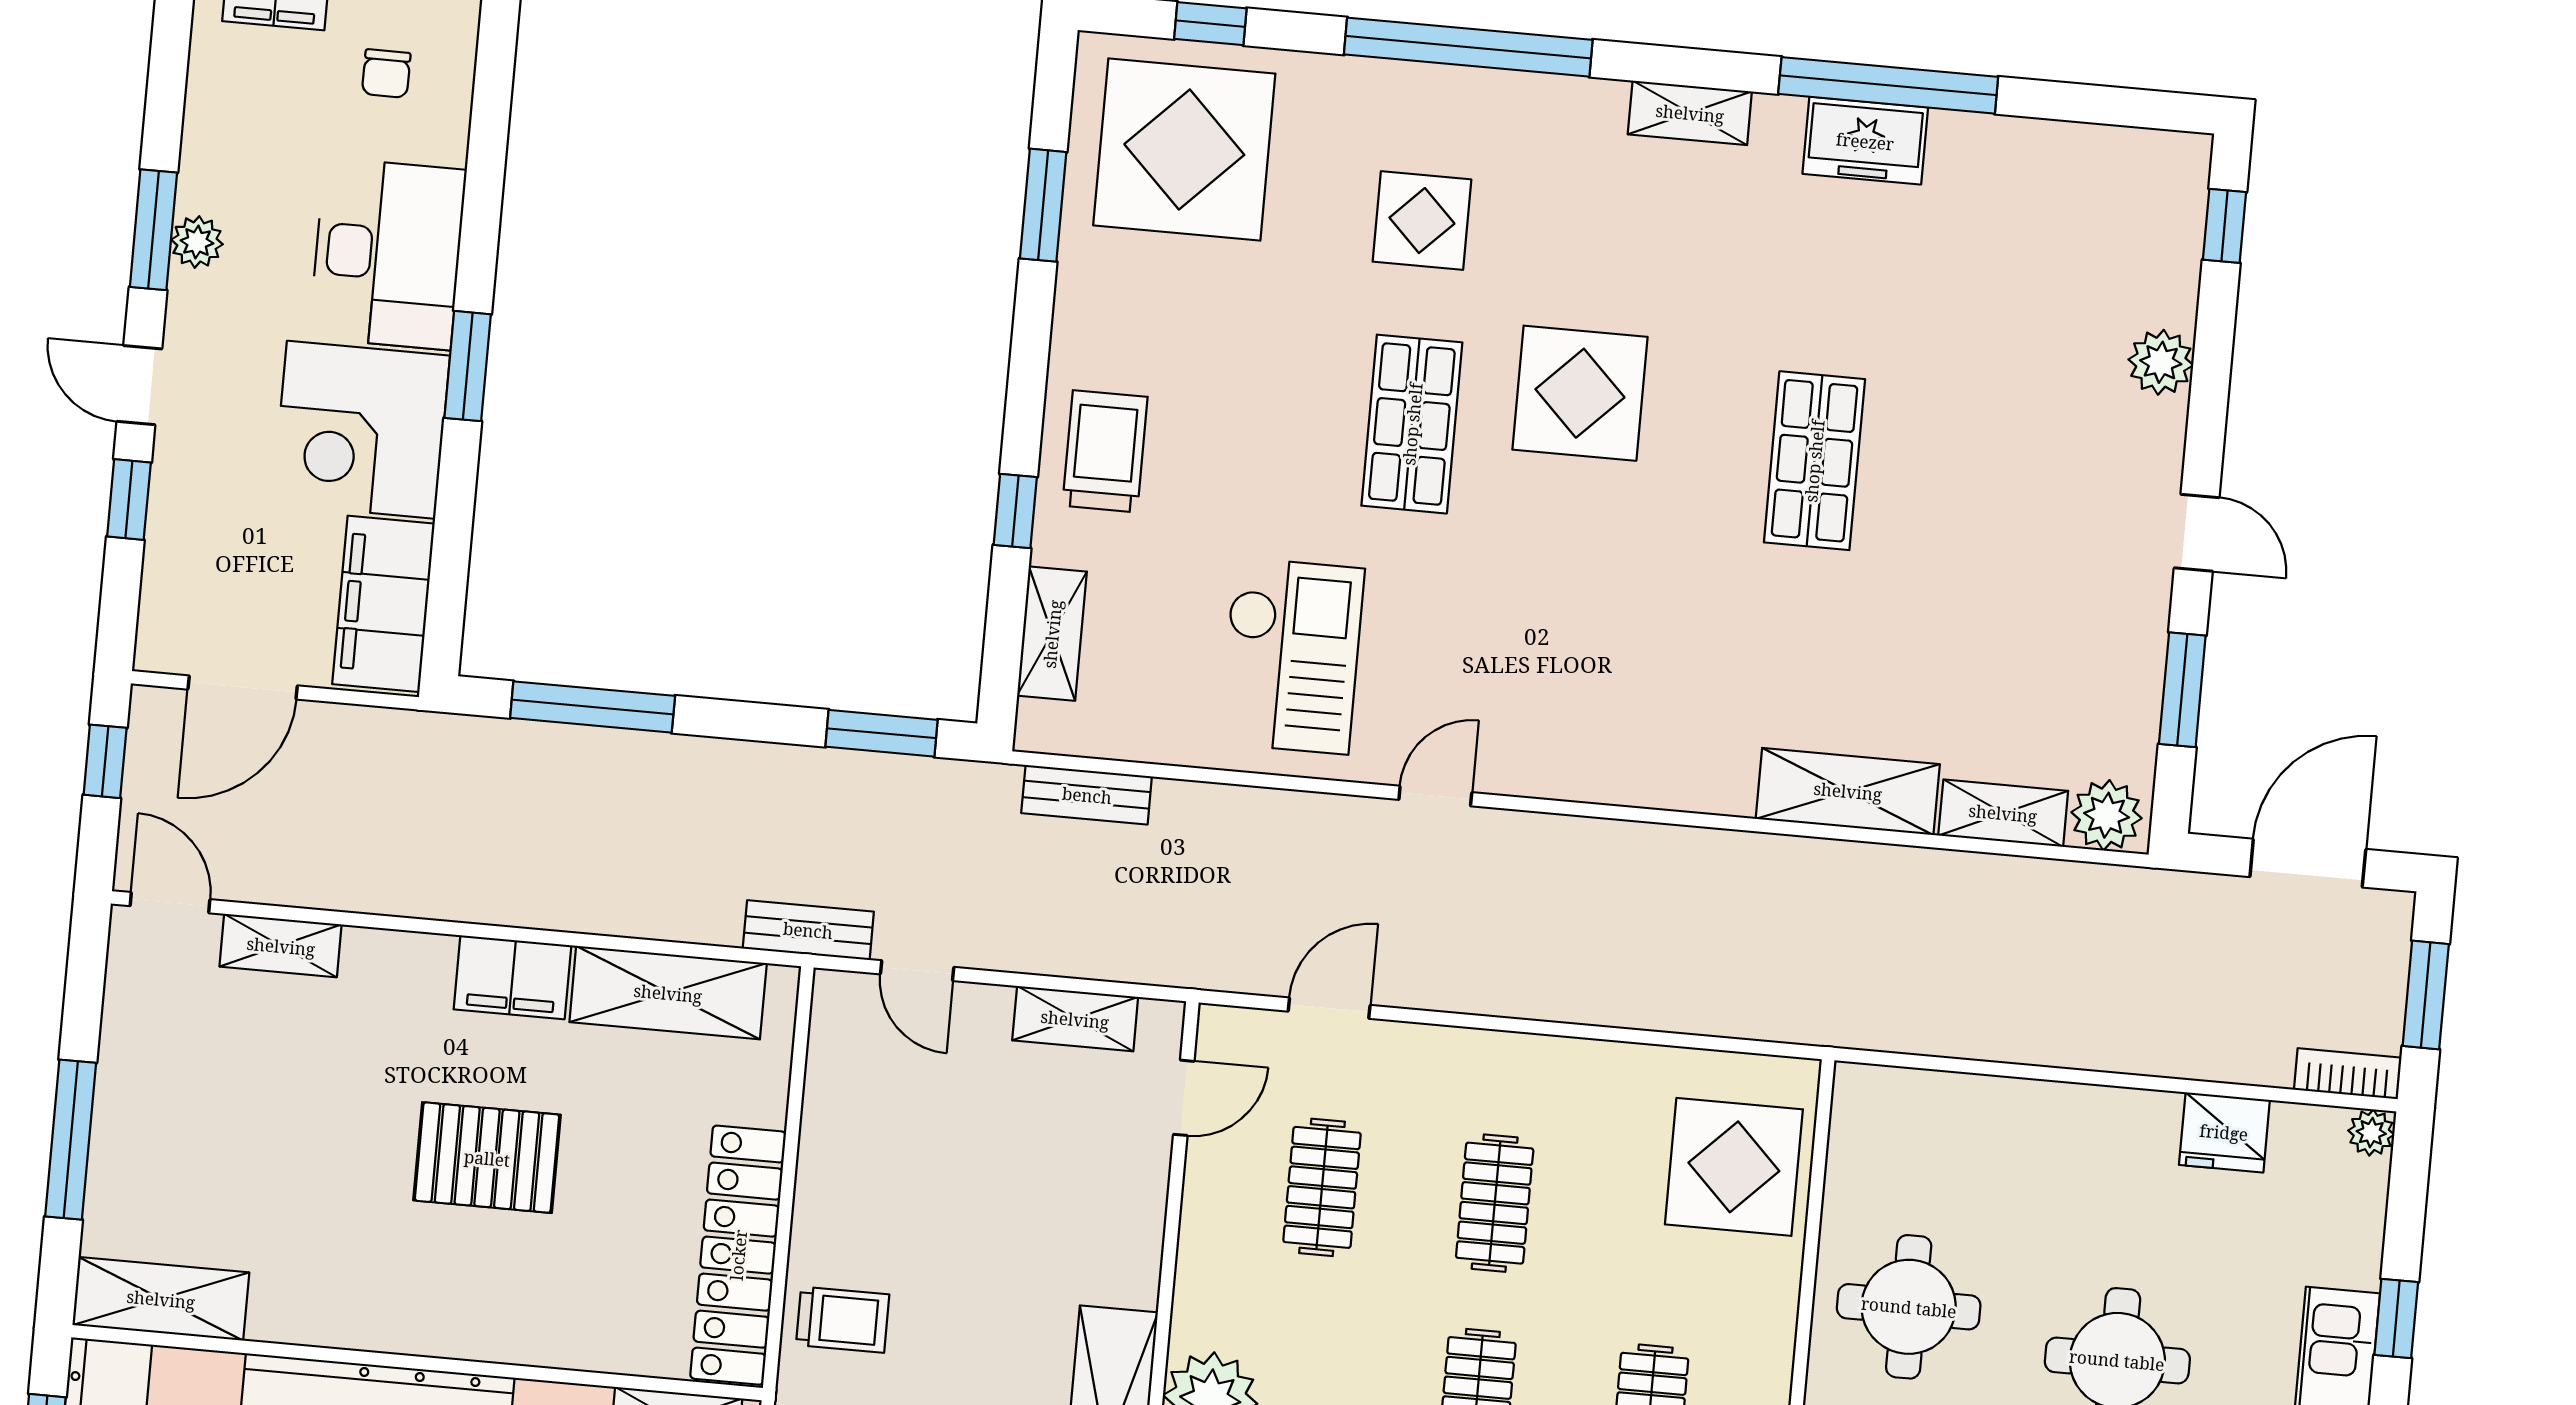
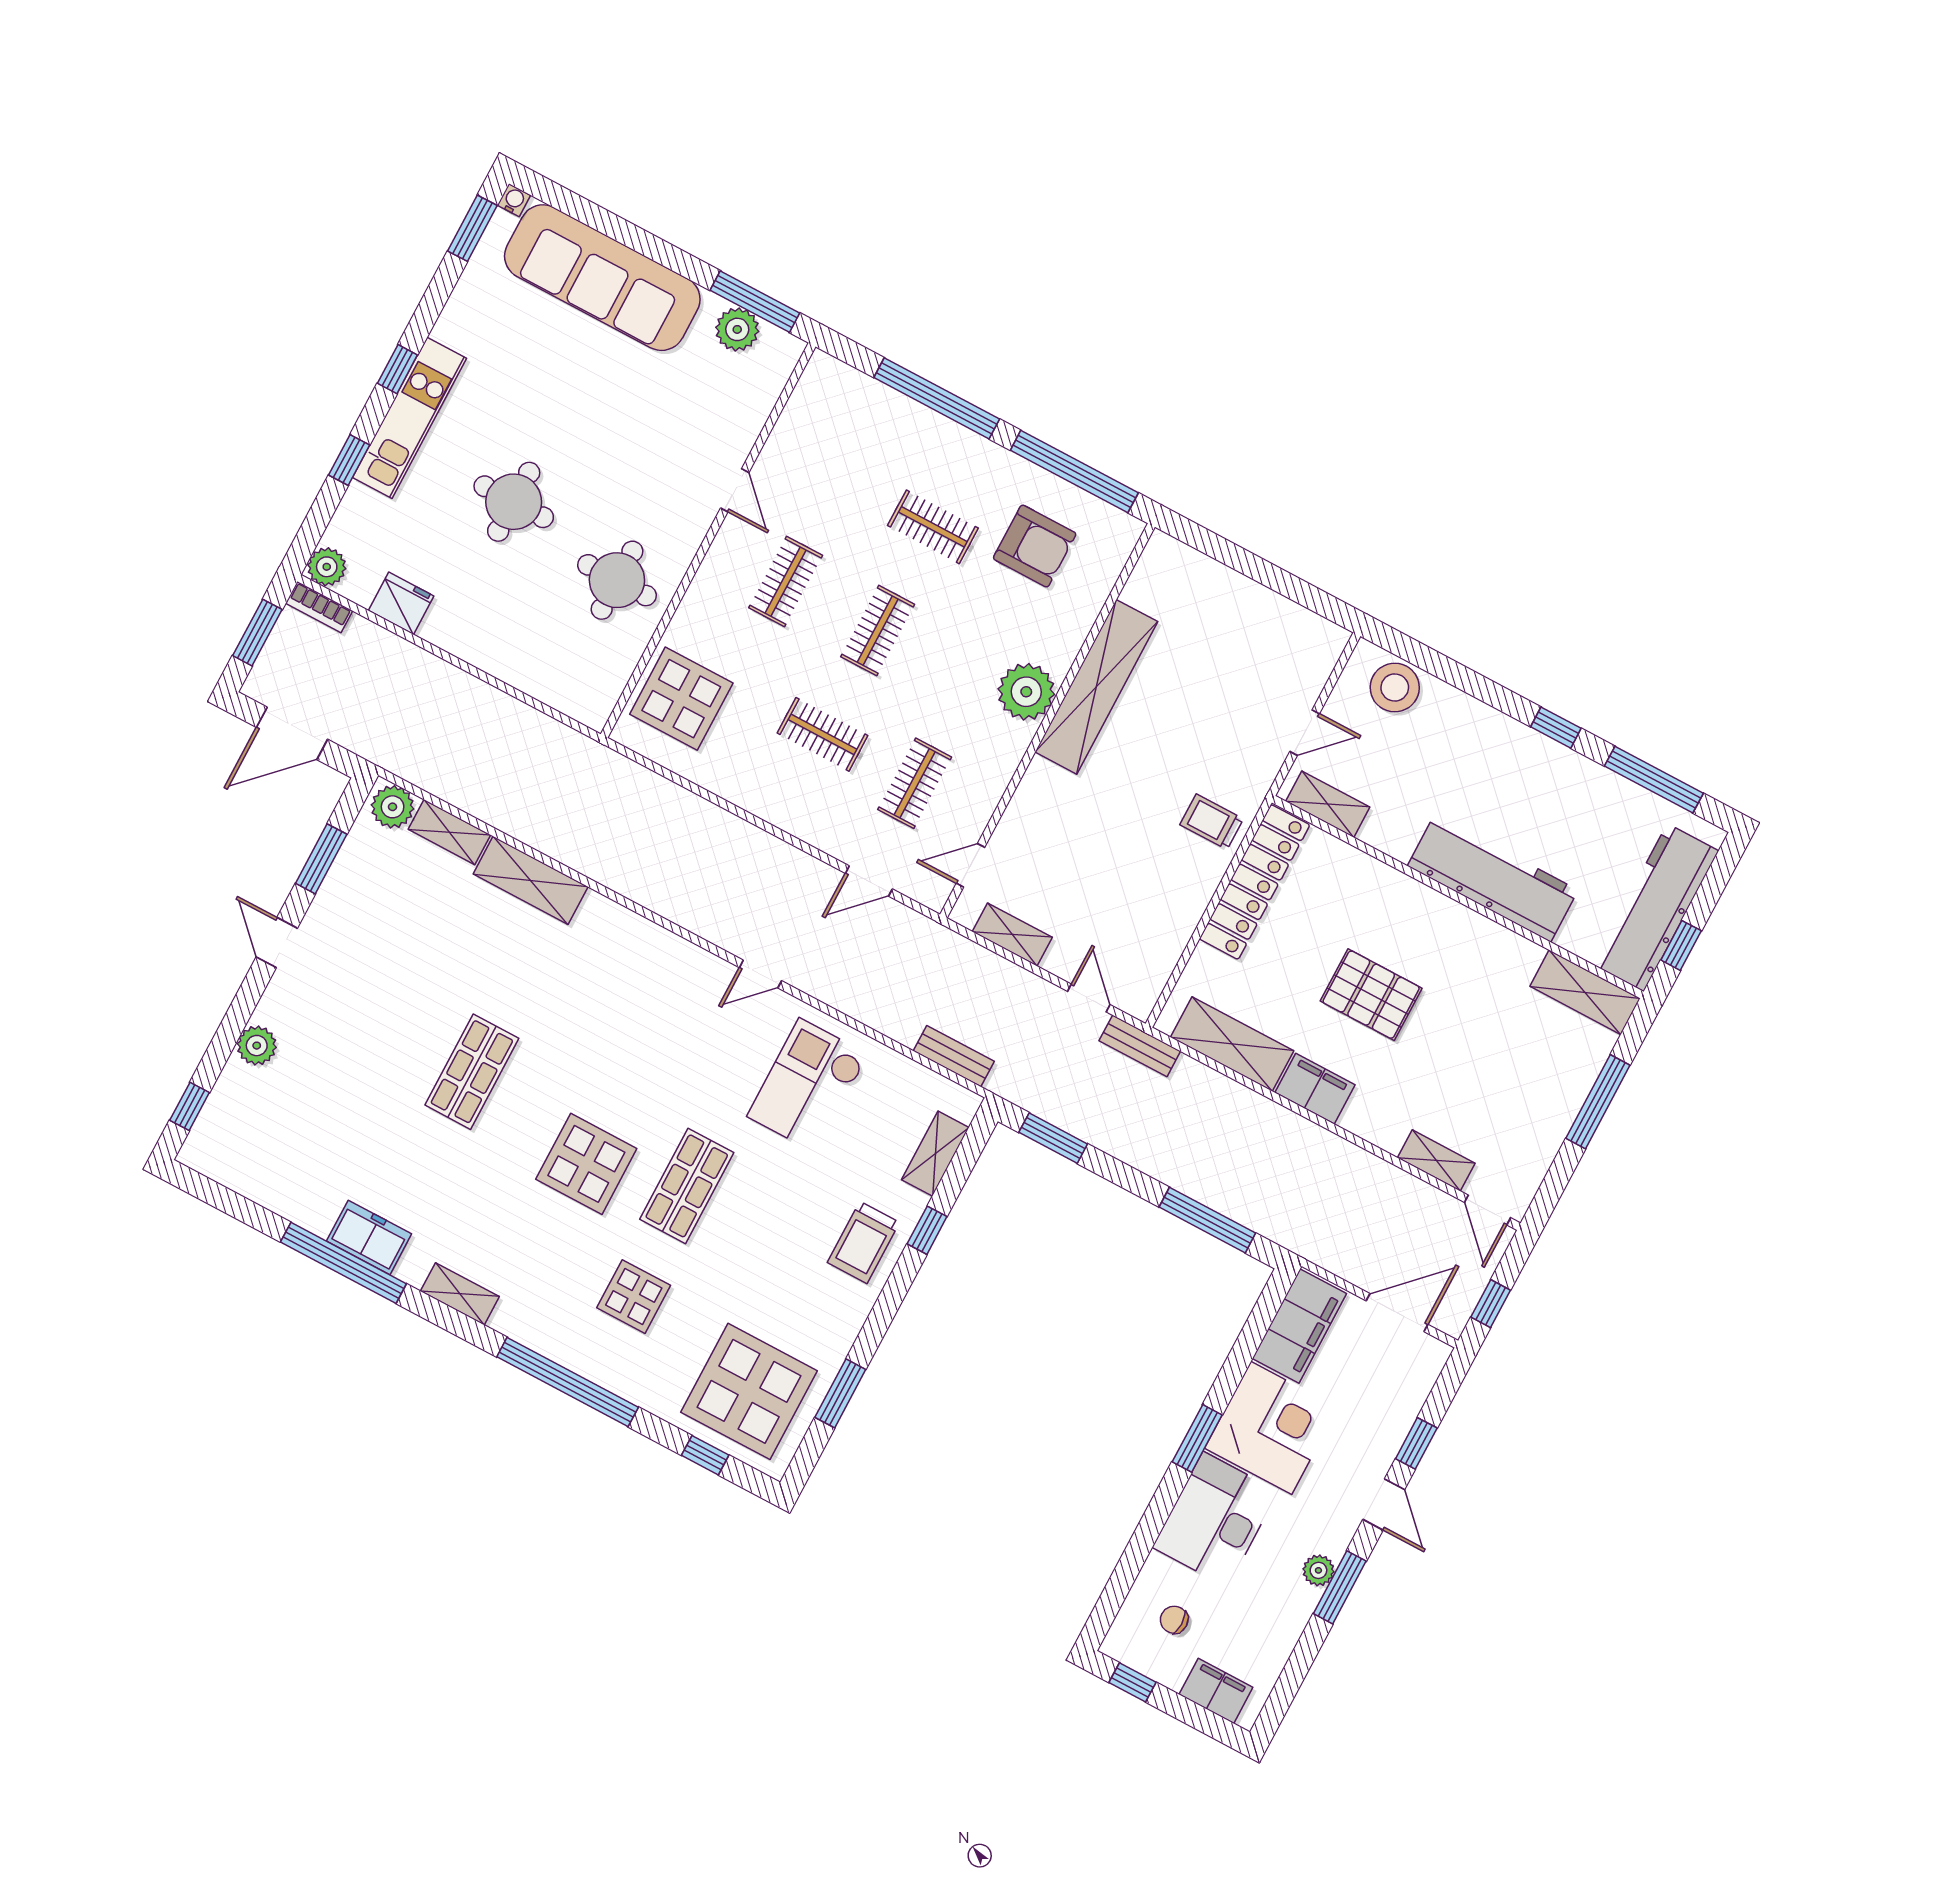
chair: (386, 73) -> (1174, 1620), turned -90
plant: (2371, 1133) -> (327, 567), width x1.38, depth x1.38
clothes rail: (1495, 1203) -> (823, 734), turned 90

